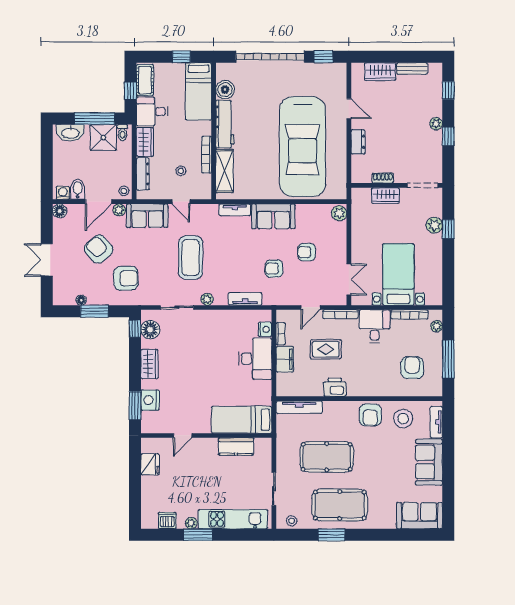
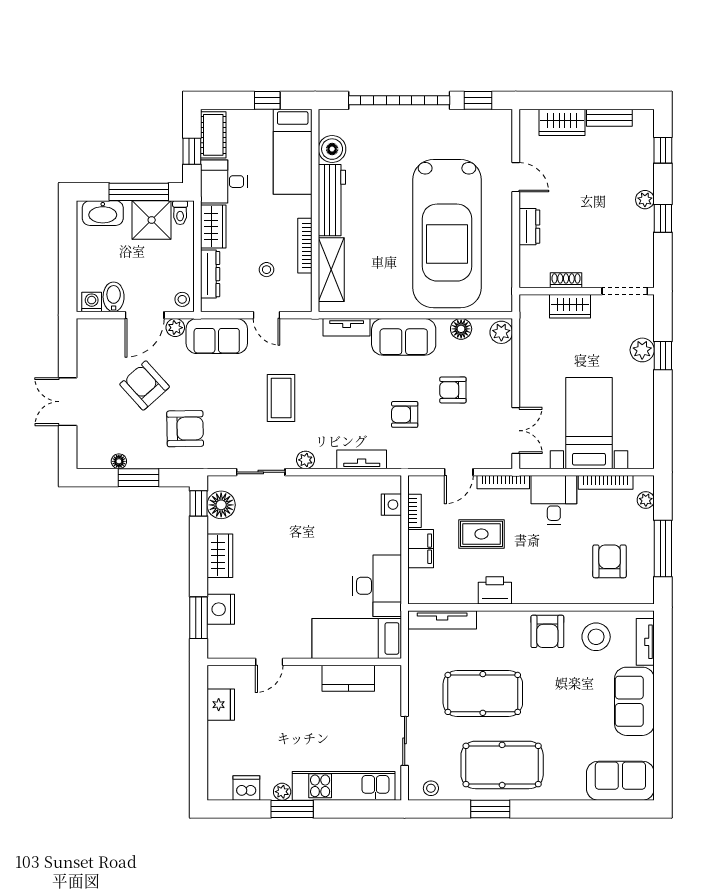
floor lamp: (60, 211) -> (461, 329), moved
coffee table: (191, 258) -> (281, 398), width x0.73, depth x0.76
desk: (255, 359) -> (377, 586), moved

